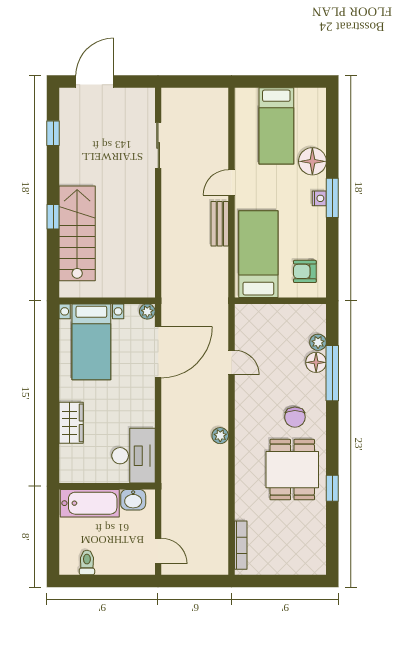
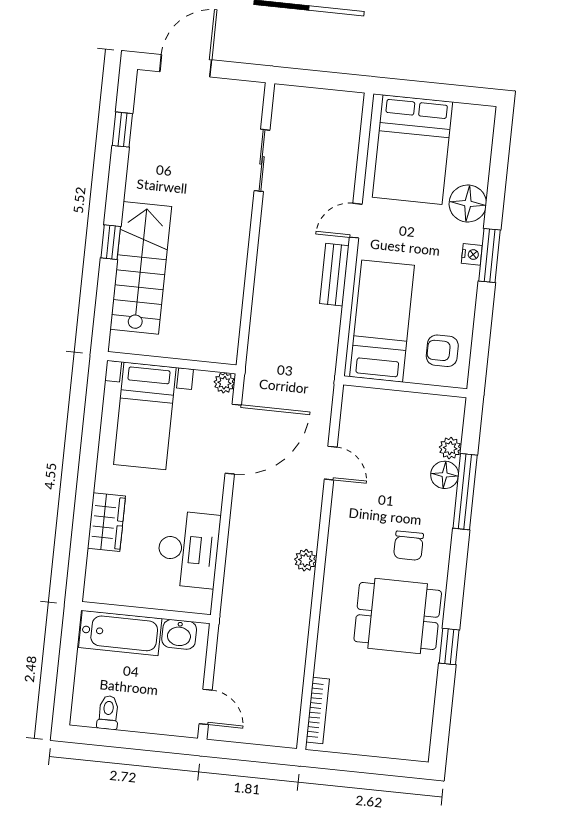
bed: (276, 126) -> (412, 150), width x1.50
desk: (133, 456) -> (188, 549), moved
dining table: (292, 470) -> (398, 616), turned 90

